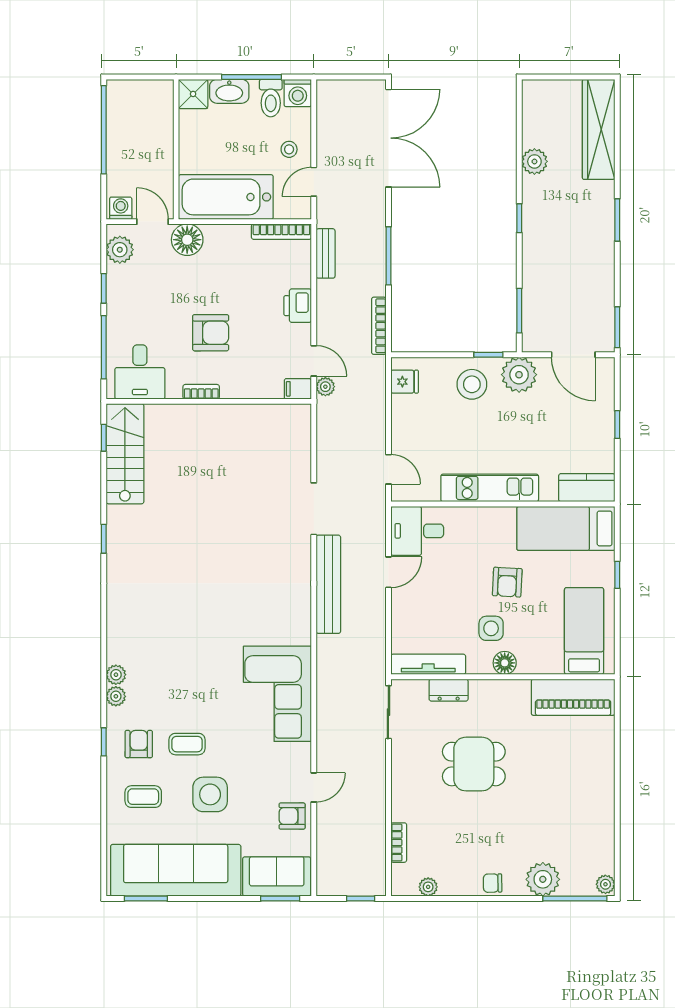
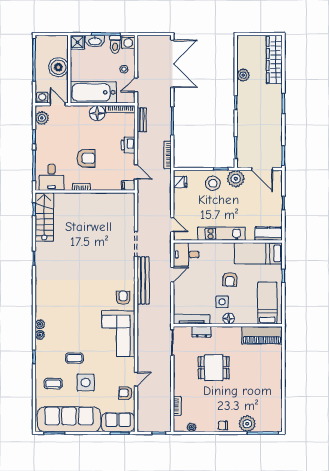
boiler: (154, 145) -> (58, 67), added
floor lamp: (187, 240) -> (97, 113), moved
plant: (325, 387) -> (142, 184), removed
armchair: (139, 744) -> (123, 298), moved
plant: (605, 884) -> (278, 426), removed

